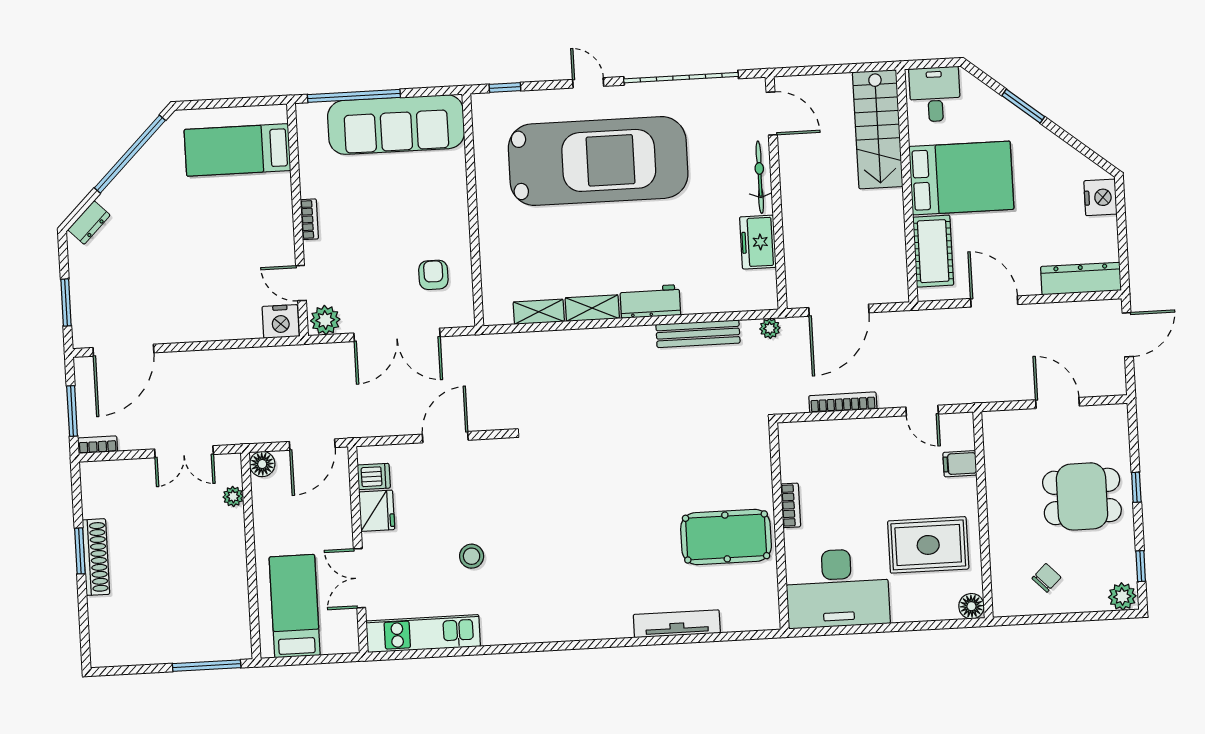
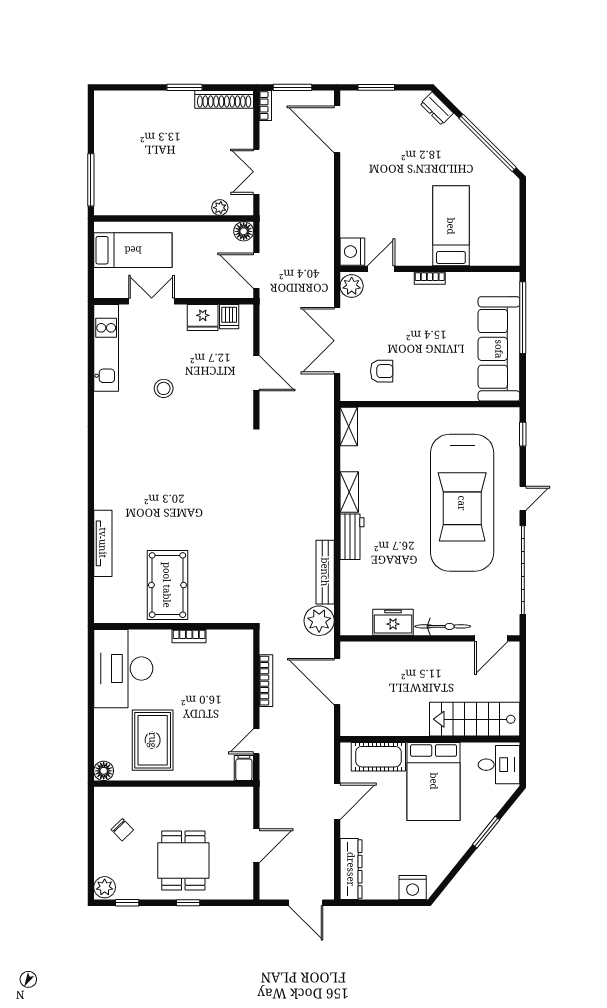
bed: (237, 150) -> (451, 226), moved
shelving: (539, 312) -> (349, 427), moved
plant: (770, 328) -> (319, 621), width x1.87, depth x1.87
filing cabinet: (960, 464) -> (244, 768), moved
shoe rack: (96, 557) -> (224, 99), moved

